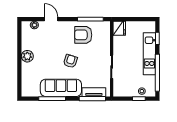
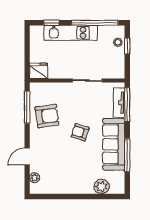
armchair: (83, 35) -> (47, 116), turned -98
plant: (27, 56) -> (102, 187), moved

